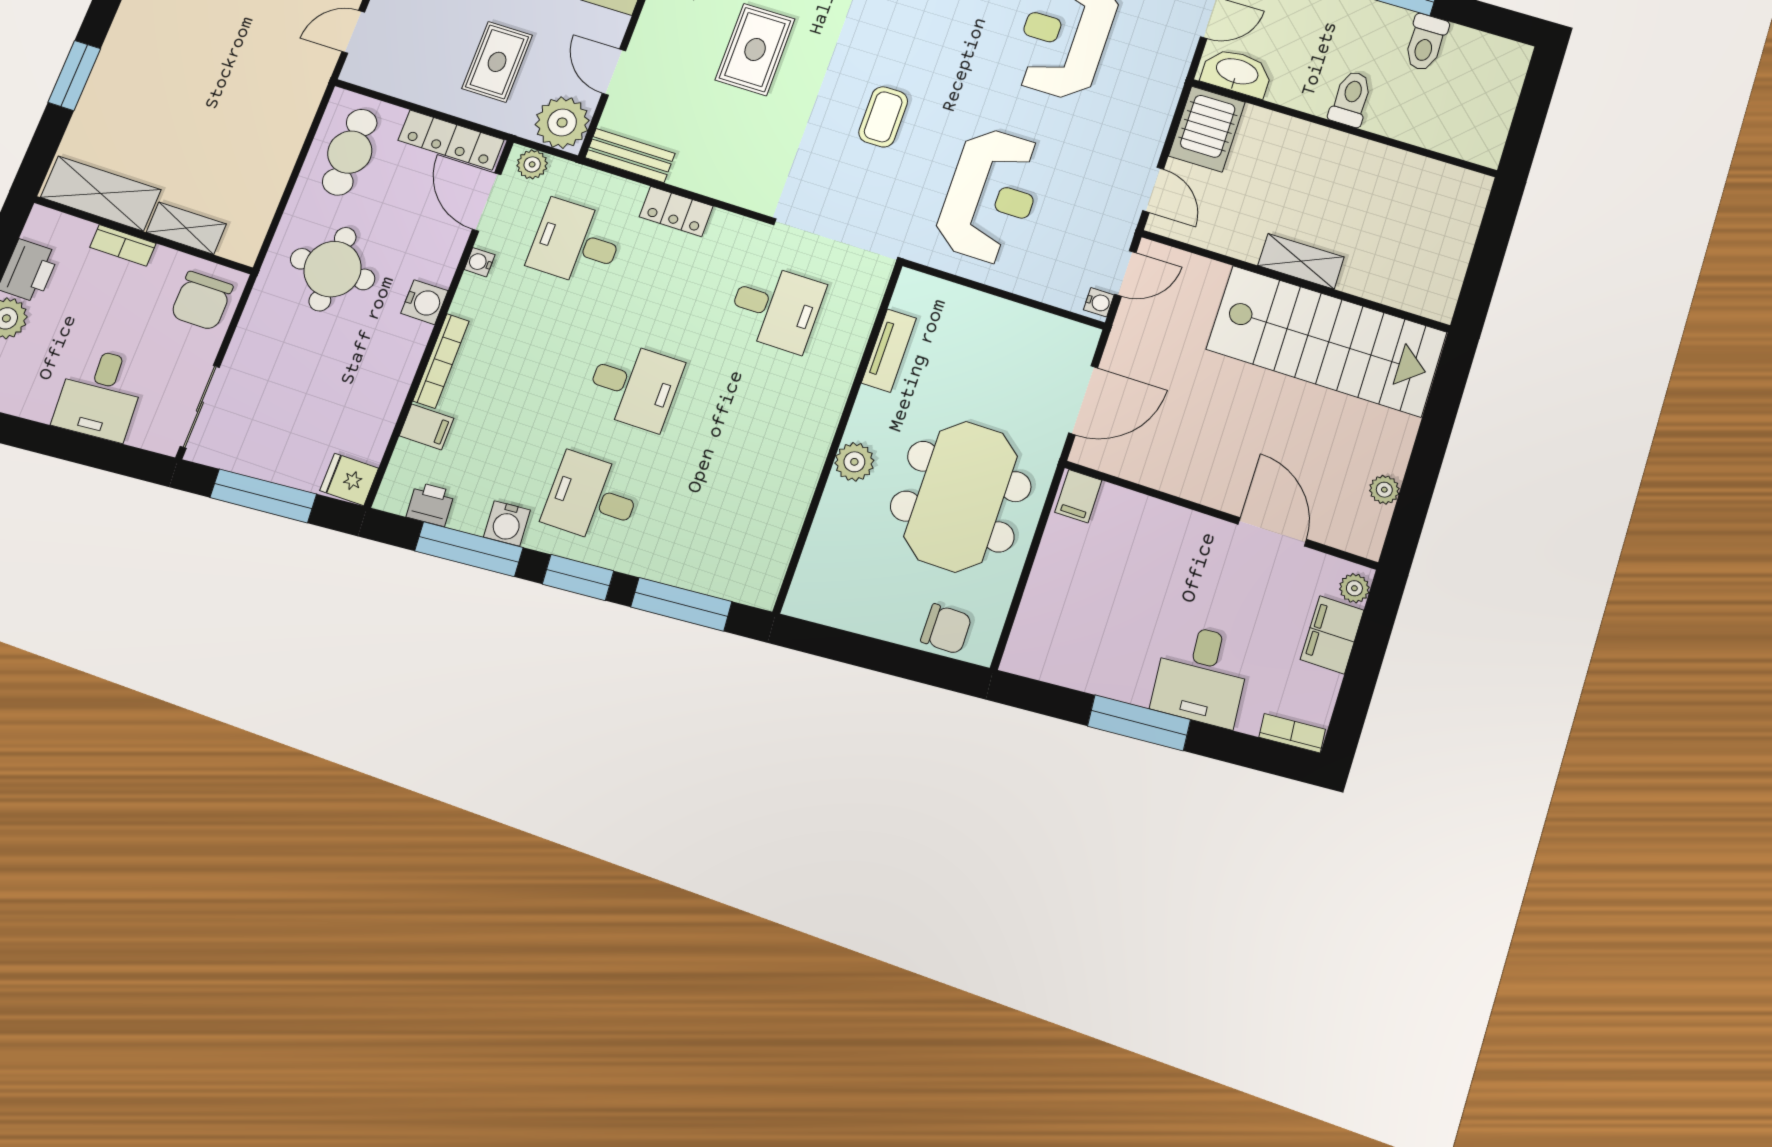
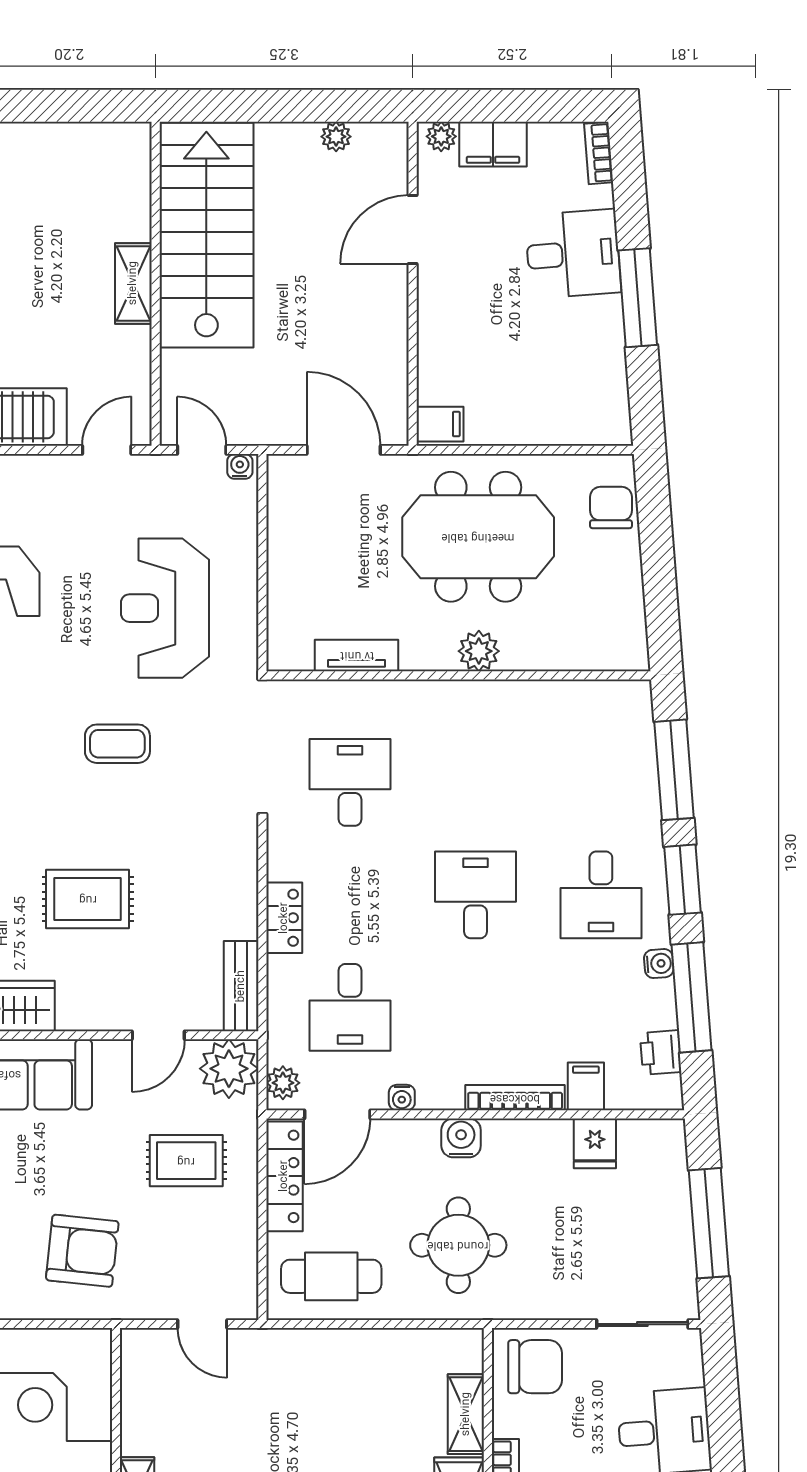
reception desk: (991, 196) -> (165, 608), turned -90
fridge: (349, 479) -> (595, 1143), moved
water cooler: (507, 523) -> (659, 964), width x0.72, depth x0.72

